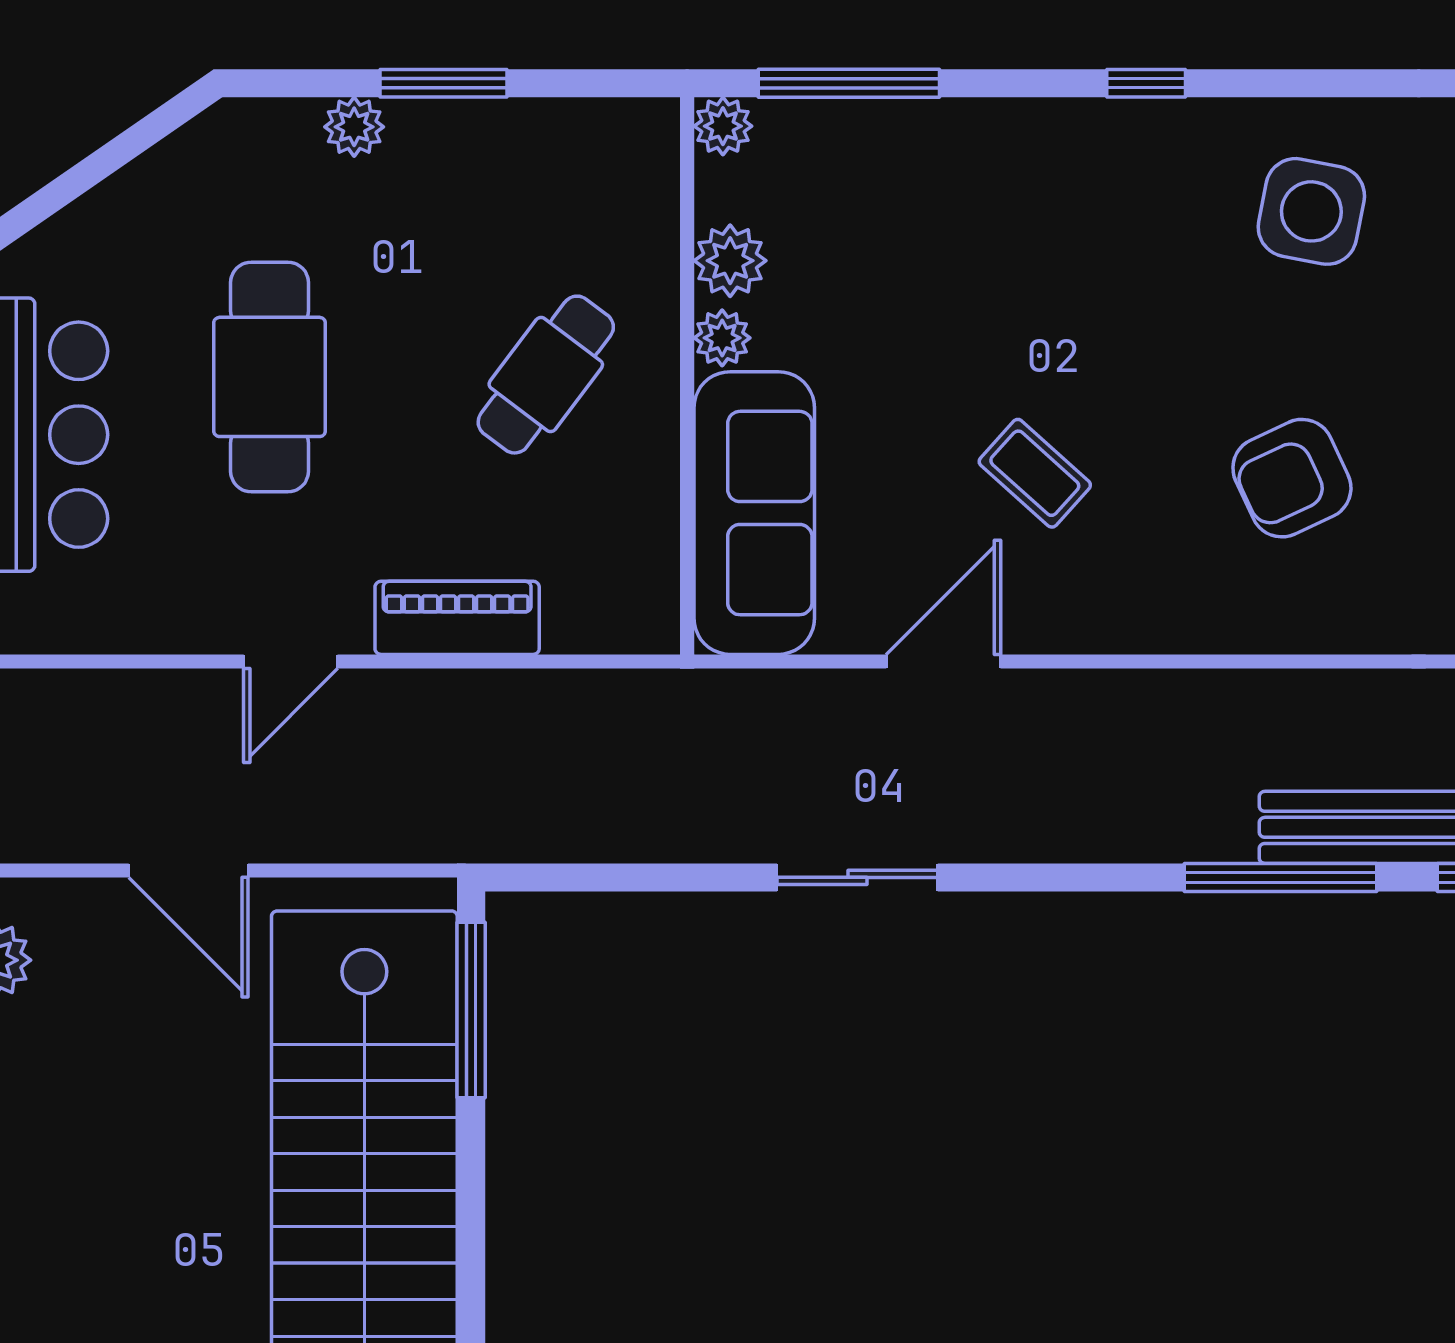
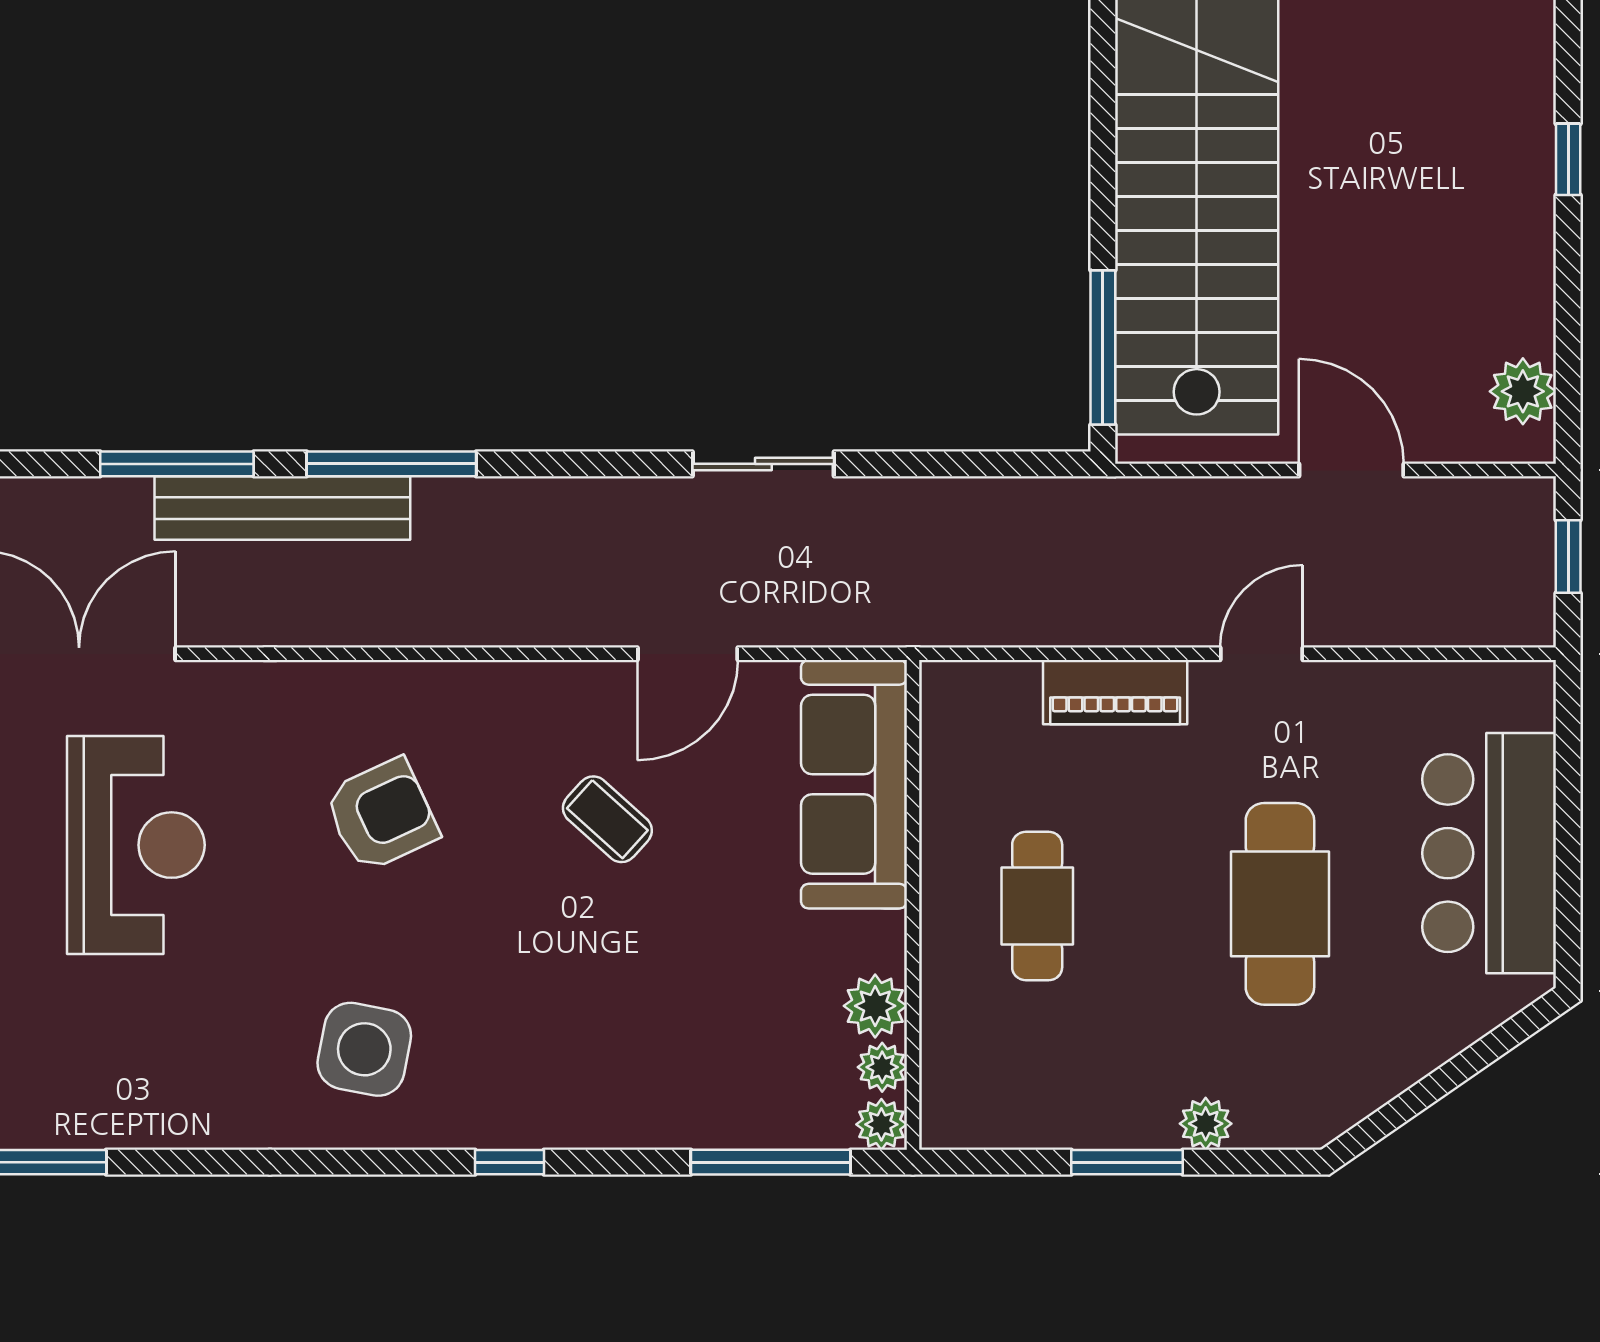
plant: (722, 338) -> (882, 1067), moved
cafe table: (546, 375) -> (1037, 906), turned -37

